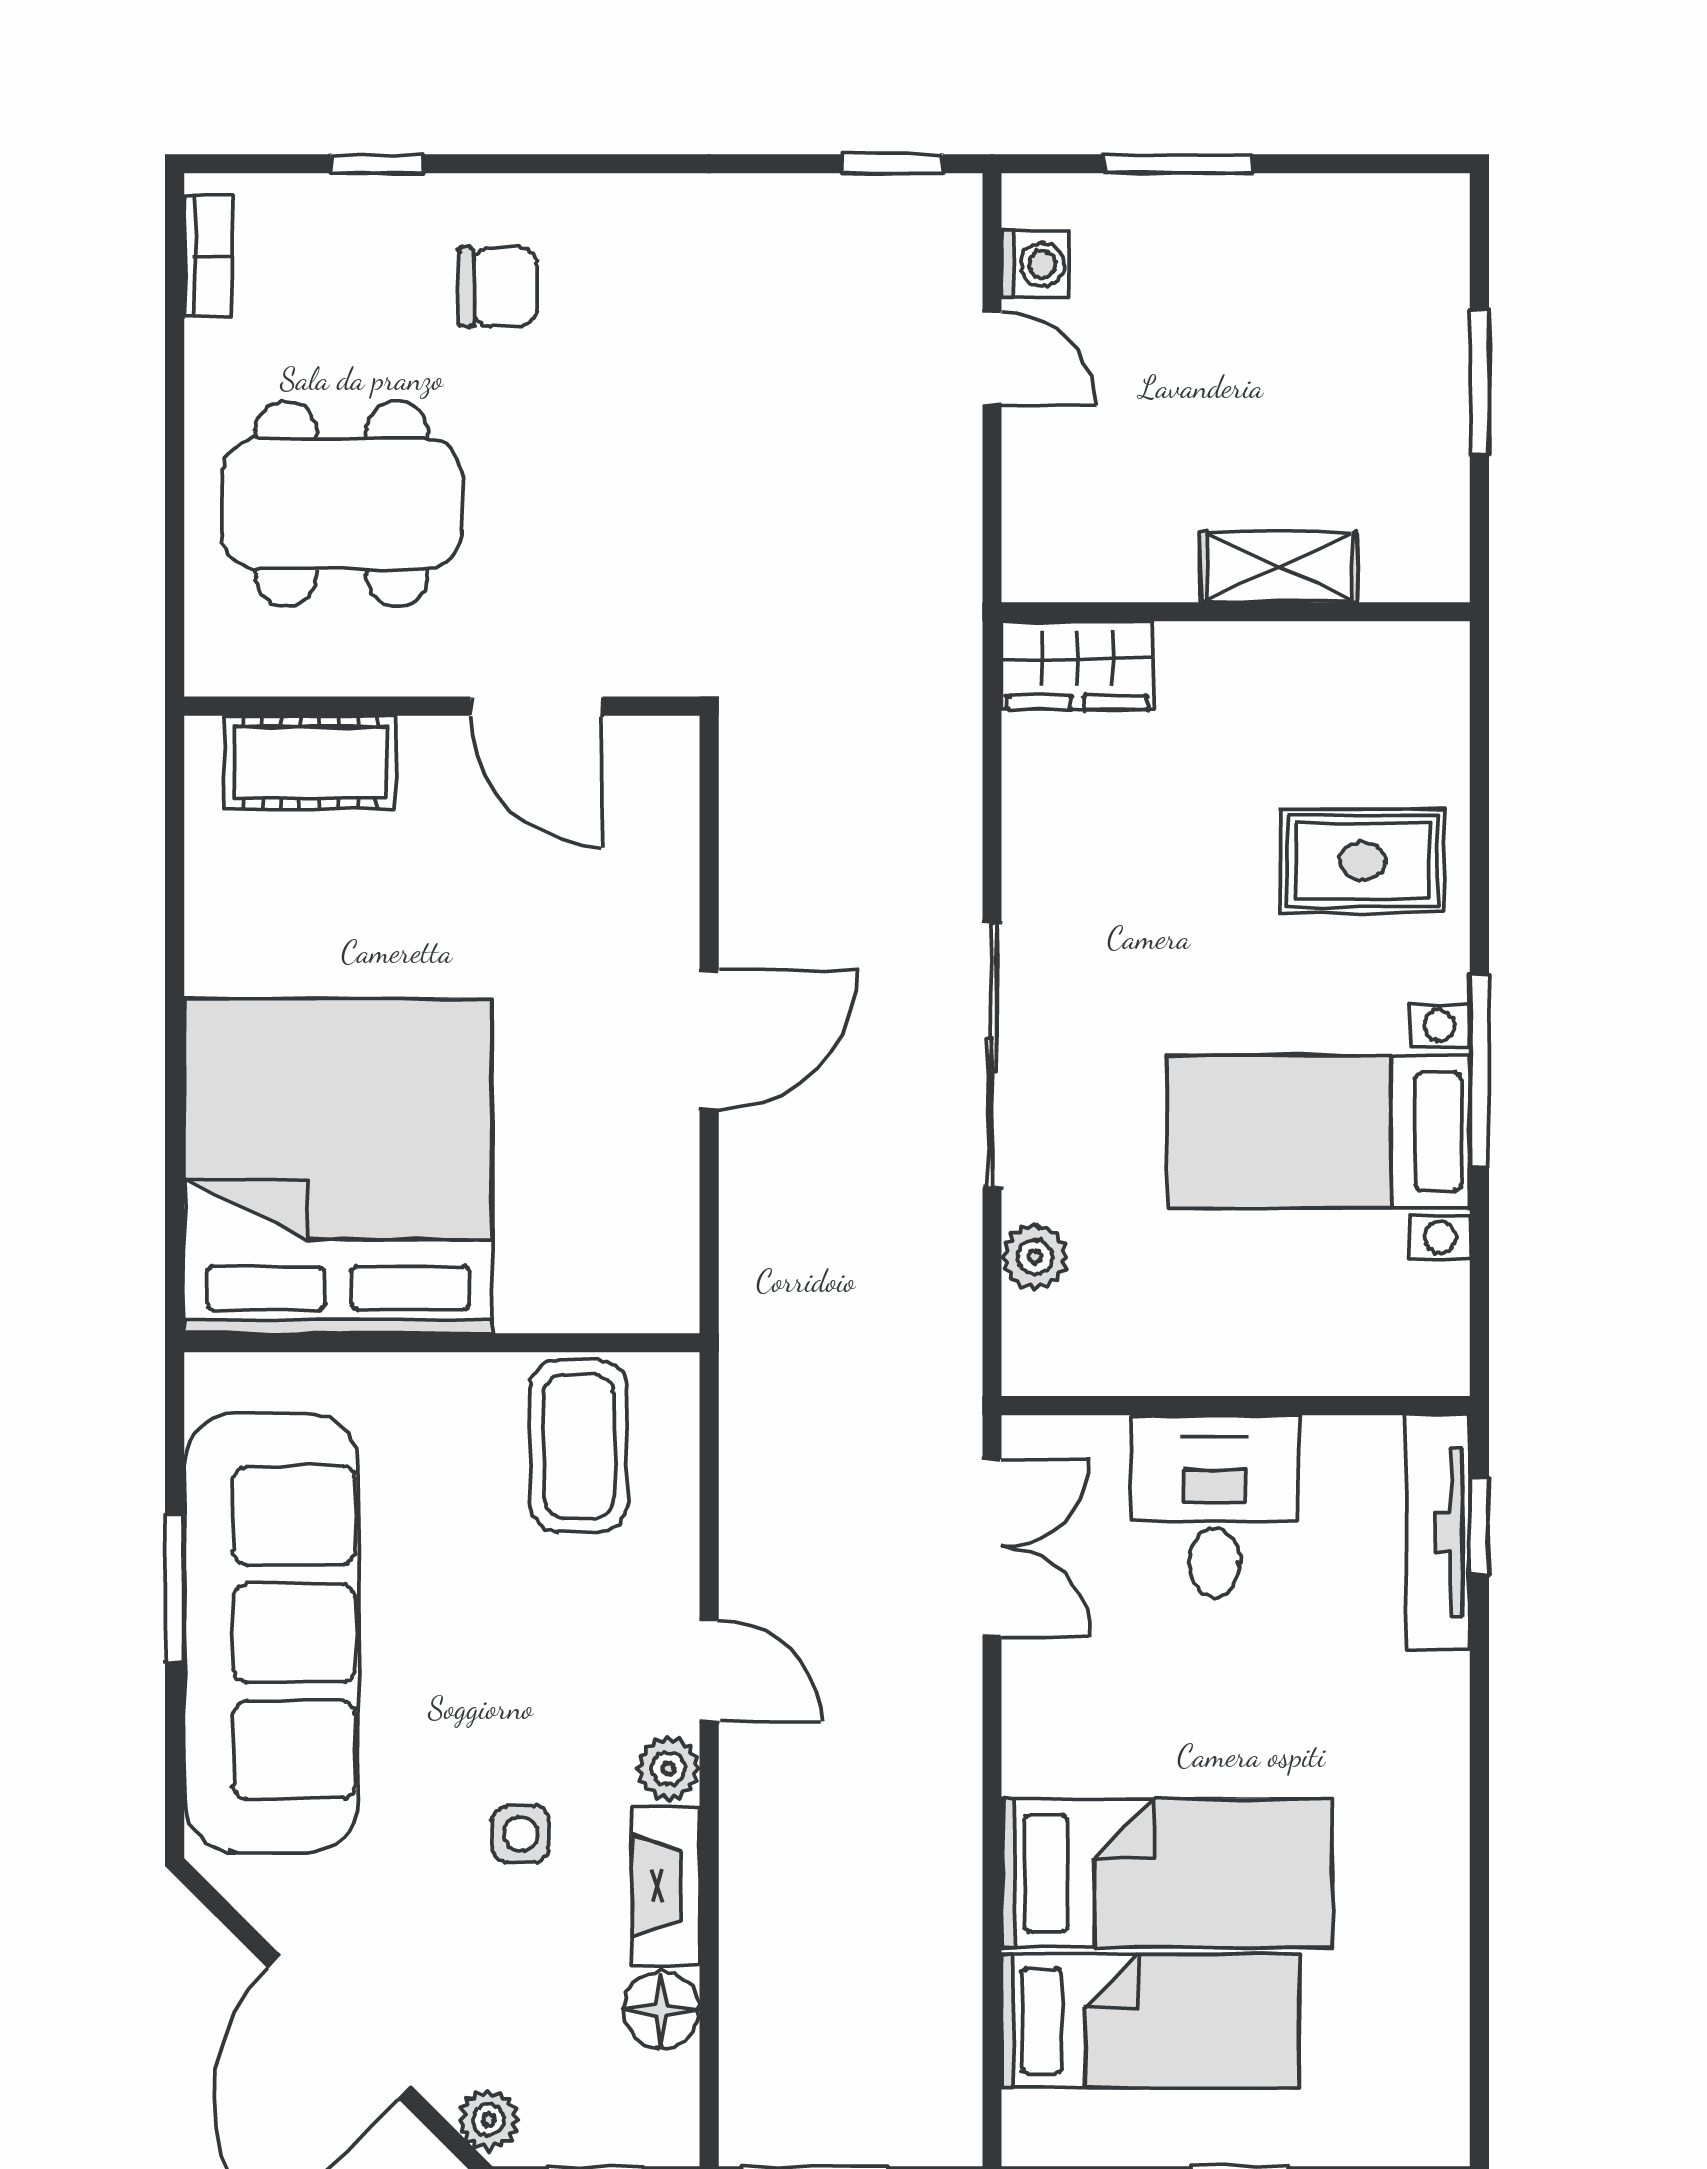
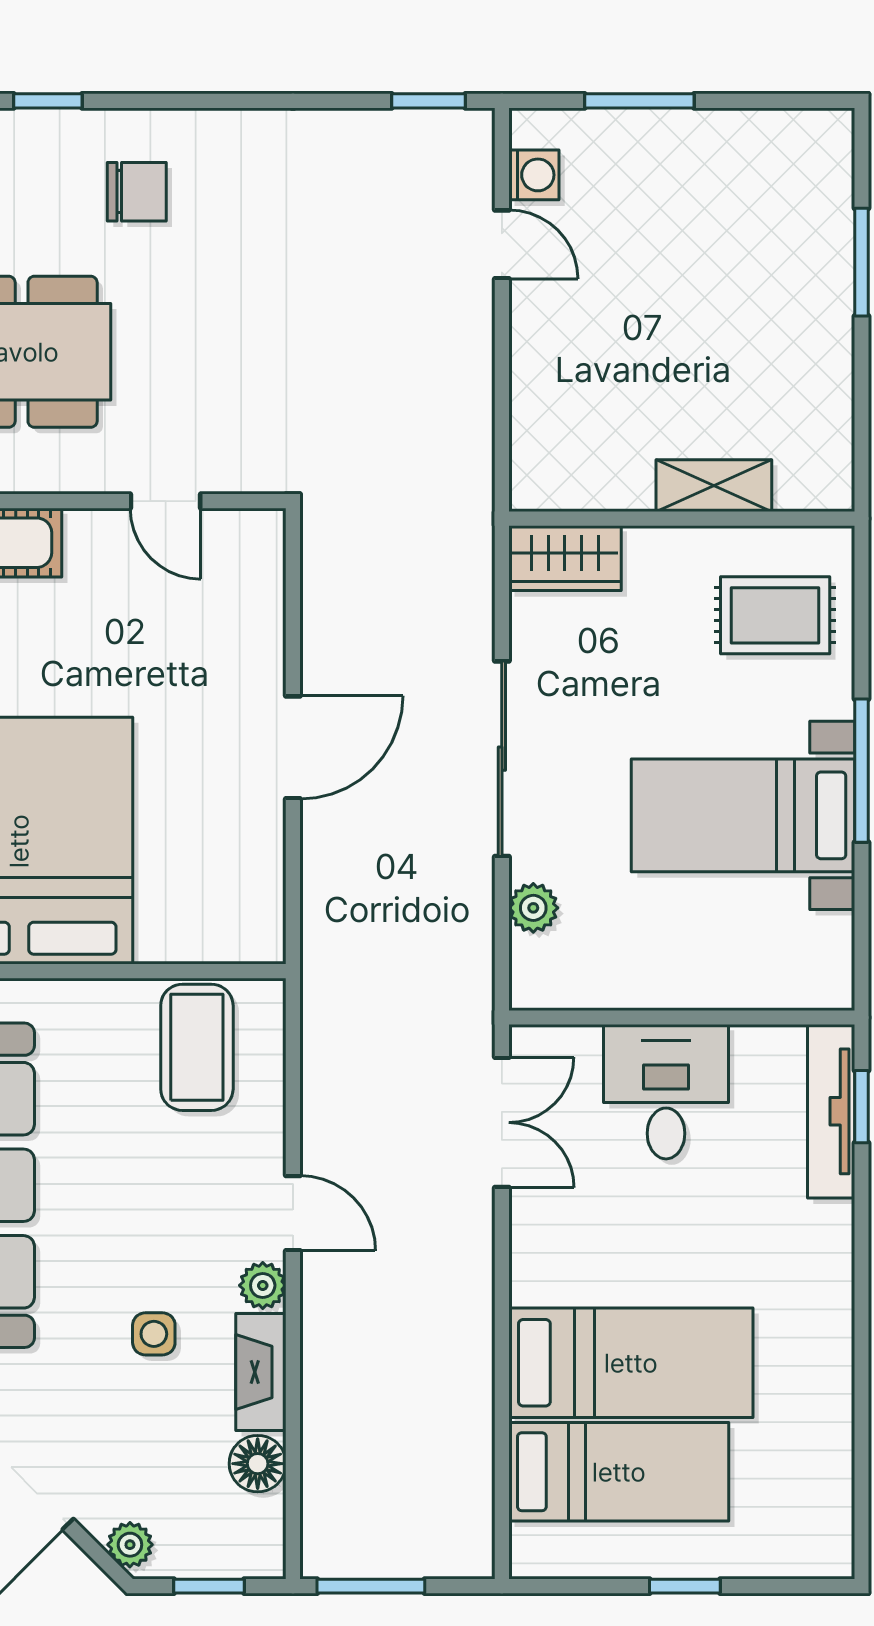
shelving: (1279, 567) -> (714, 486), moved
wall: (1236, 612) -> (682, 519), moved
wardrobe: (1078, 665) -> (565, 558), moved
door: (537, 706) -> (166, 501), width x0.73

